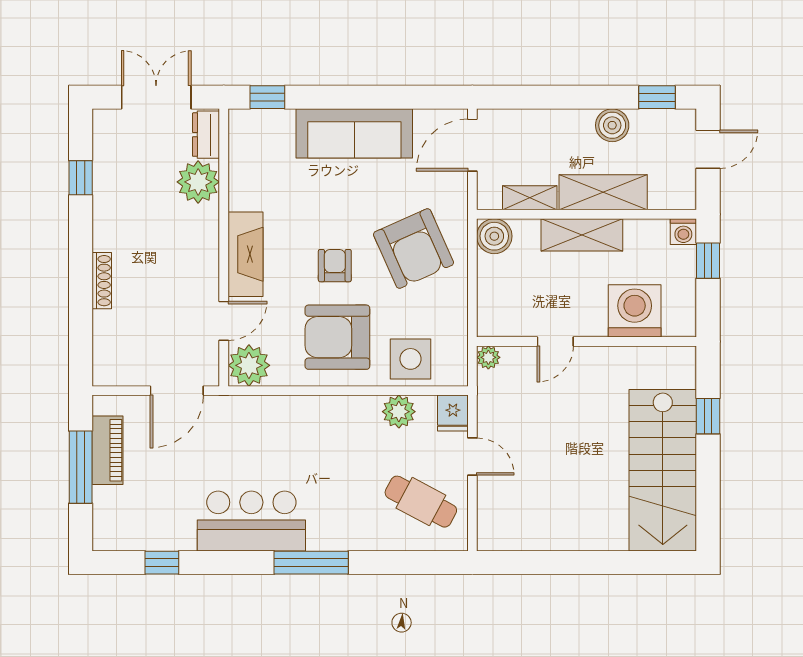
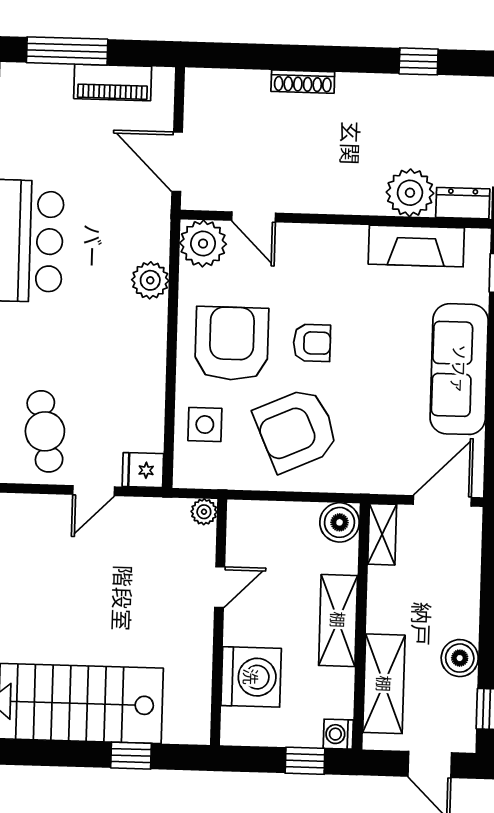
door: (472, 145) -> (442, 501), hinge flipped
shelving: (603, 192) -> (384, 684), moved
shelving: (530, 198) -> (382, 534), moved
armchair: (413, 248) -> (296, 430), moved
fireplace: (246, 254) -> (416, 246), moved
door: (555, 341) -> (220, 587), swing flipped
side table: (410, 359) -> (205, 425), width x0.73, depth x0.73
plant: (399, 412) -> (150, 280), moved
window: (81, 467) -> (67, 51), moved
cafe table: (421, 502) -> (45, 431), turned -38

